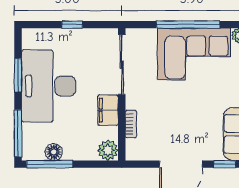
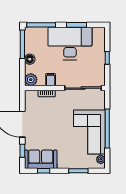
filing cabinet: (108, 110) -> (51, 80), width x0.50
floor lamp: (54, 152) -> (30, 59), moved

